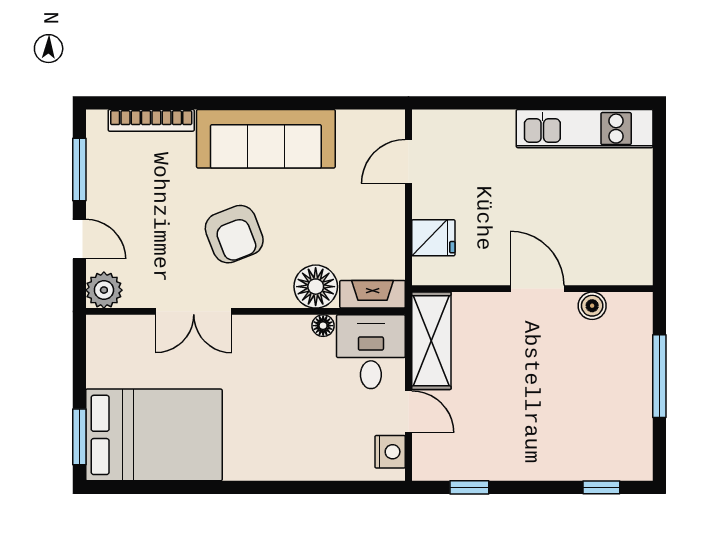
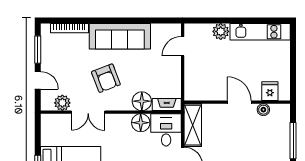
plant: (495, 128) -> (221, 31), added
fridge: (433, 238) -> (270, 91), moved, turned -90
plant: (104, 290) -> (62, 103), moved
floor lamp: (323, 326) -> (141, 123), width x1.89, depth x1.89

